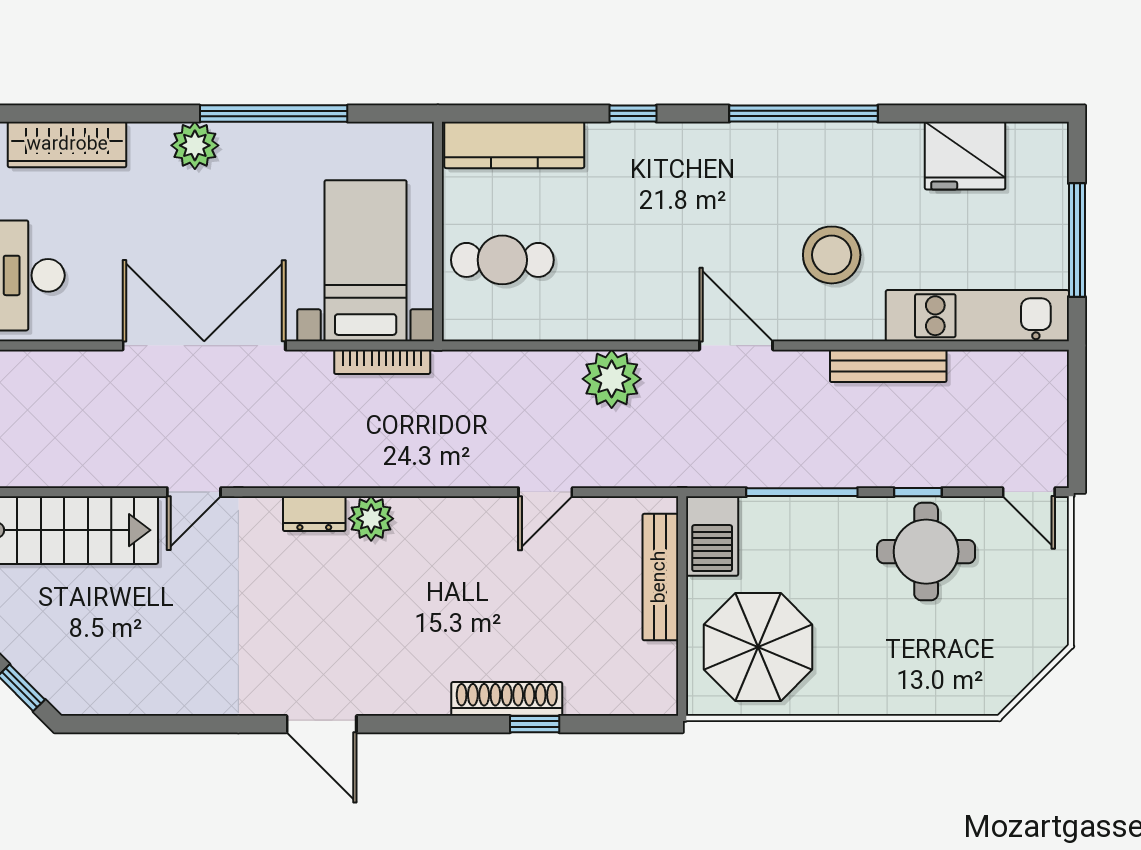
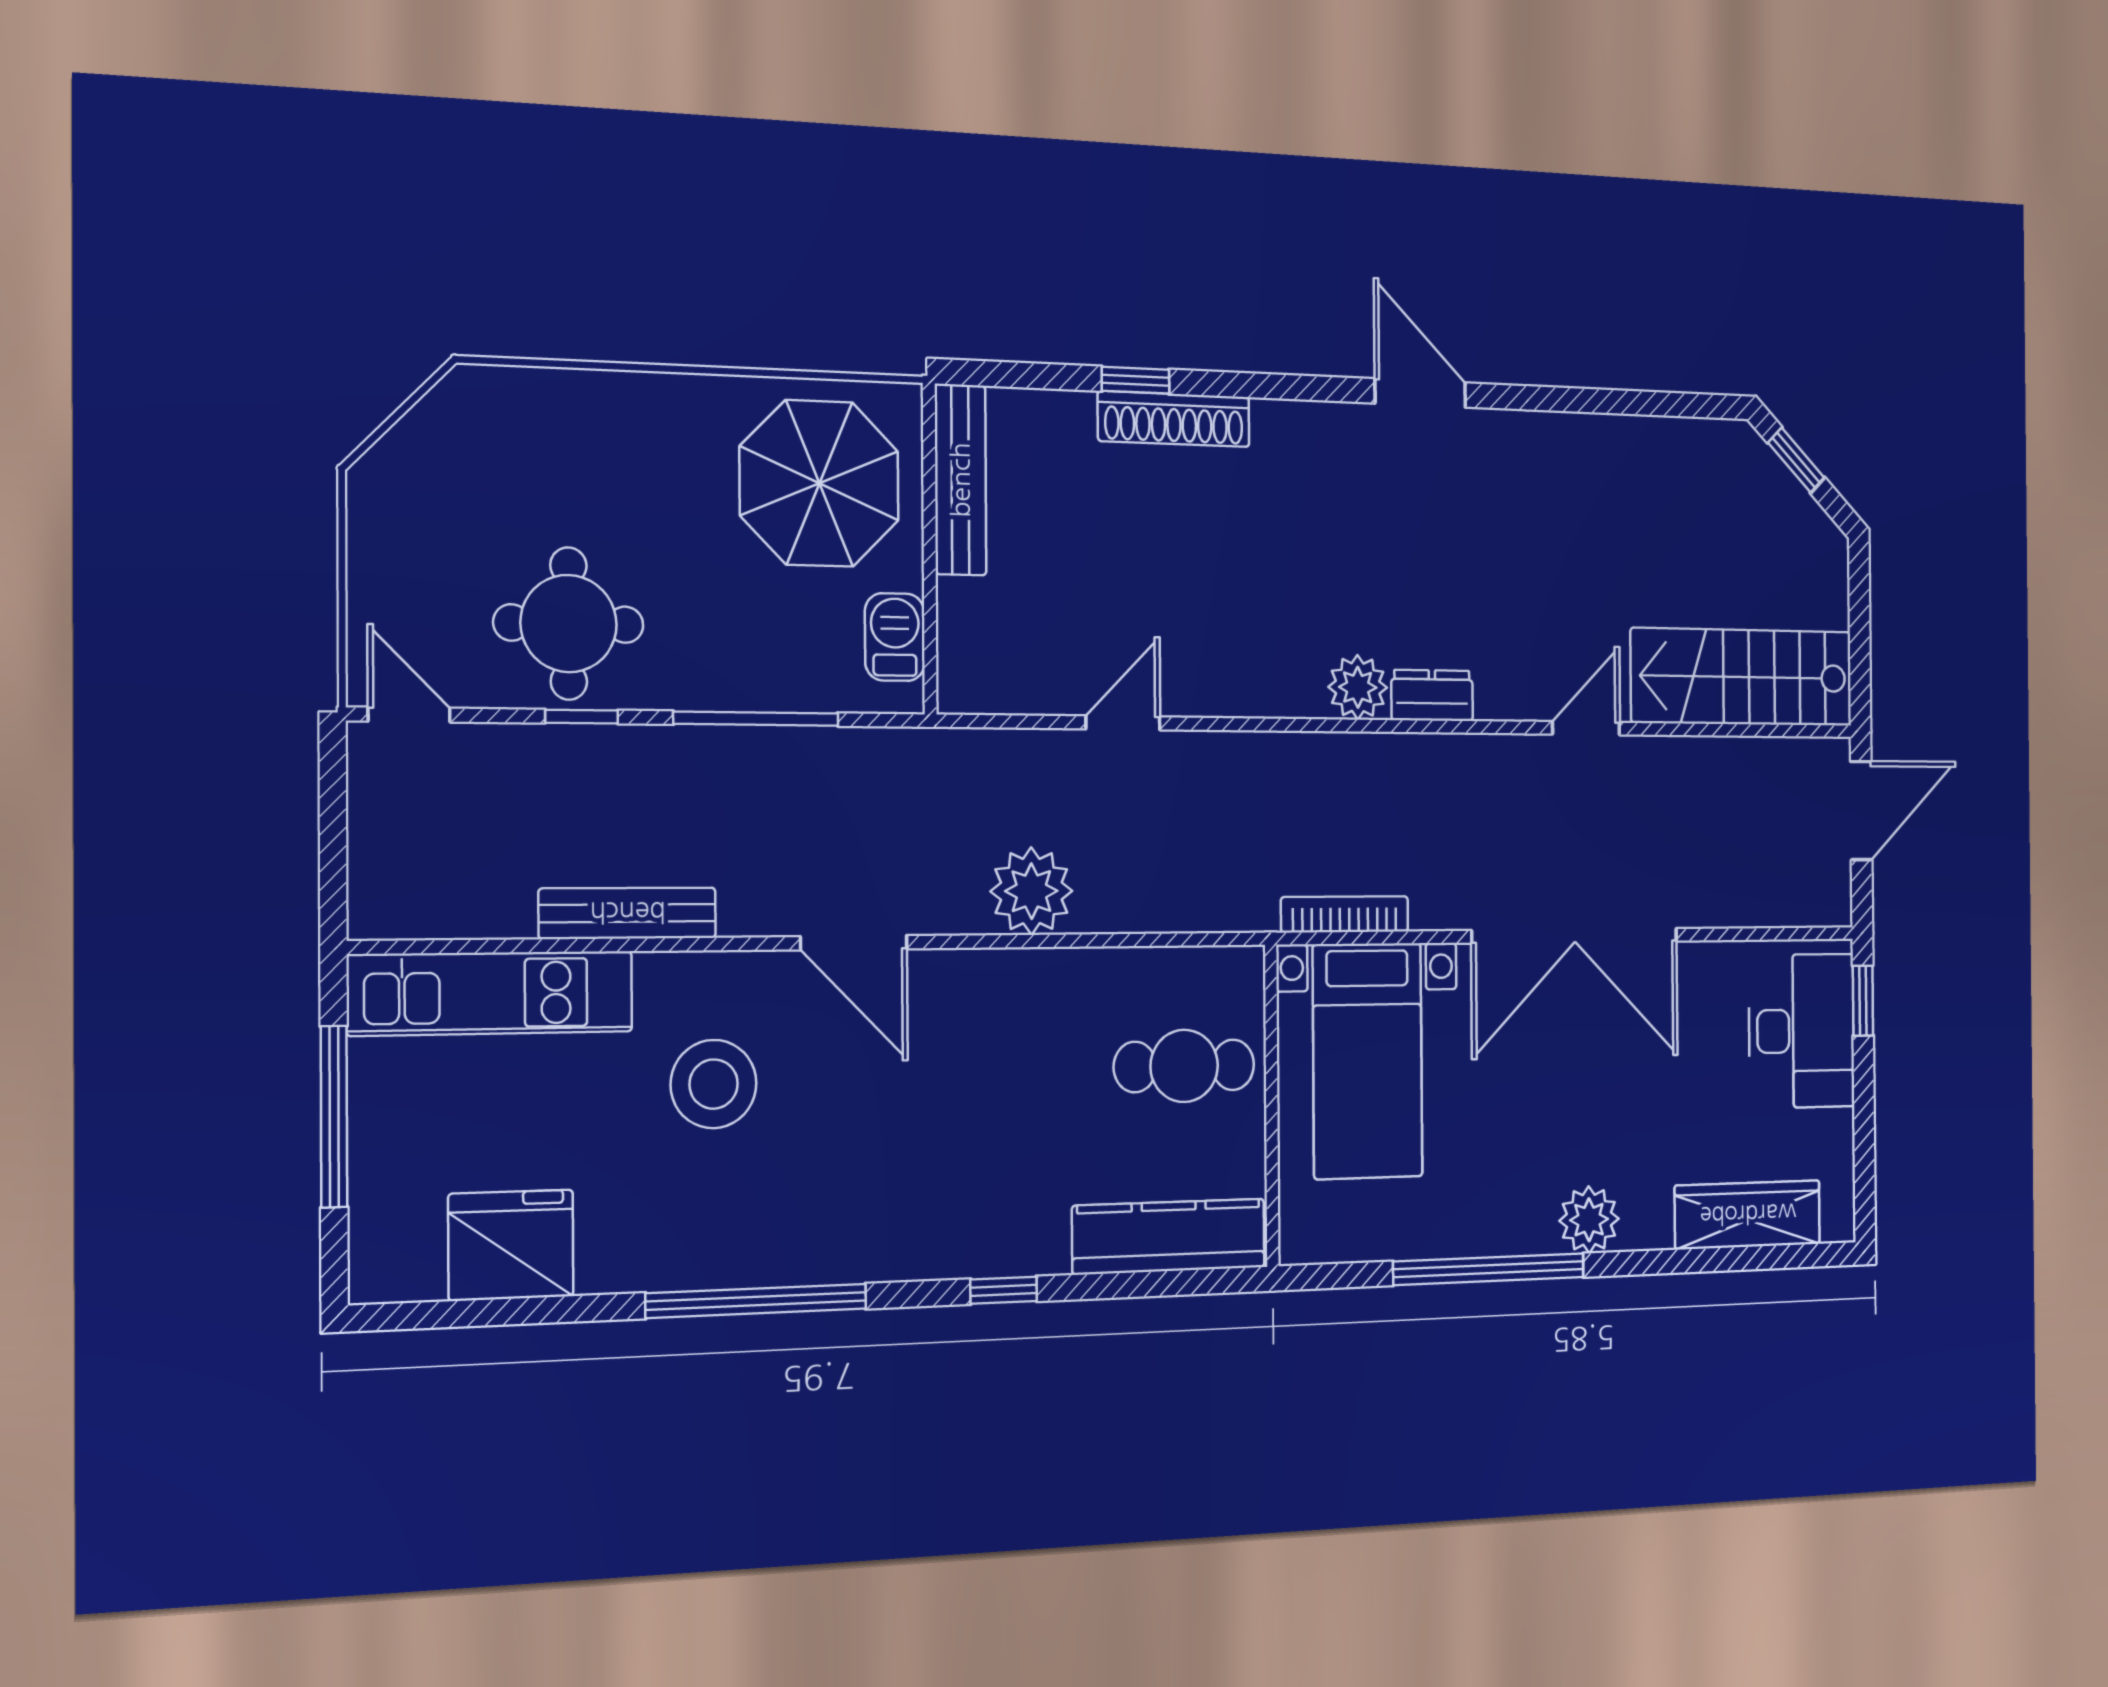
barbecue: (712, 536) -> (895, 637), width x0.73, depth x0.79
bench: (660, 577) -> (960, 480), moved

